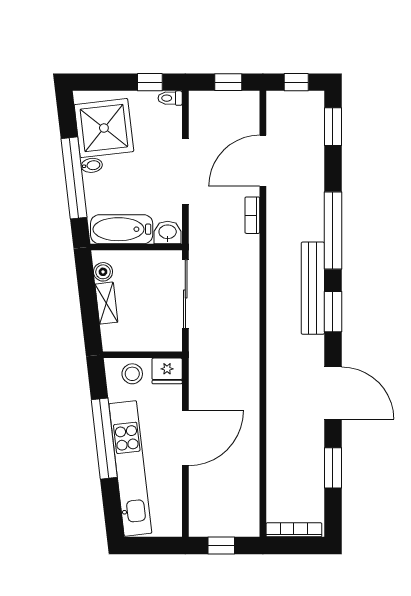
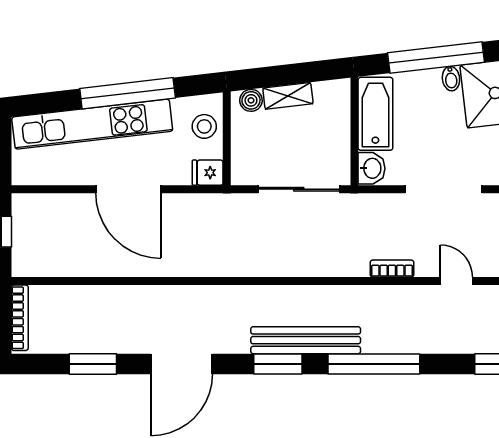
door: (263, 161) -> (456, 281), width x0.53
boiler: (103, 272) -> (251, 100), moved
fridge: (167, 371) -> (208, 173), width x0.72

